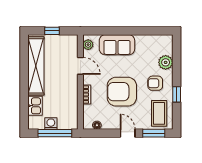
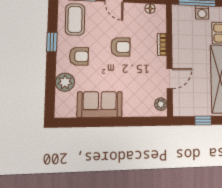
sofa: (117, 45) -> (100, 104), moved
door: (80, 66) -> (170, 78), swing flipped
armchair: (122, 92) -> (120, 47), width x0.53, depth x0.53

